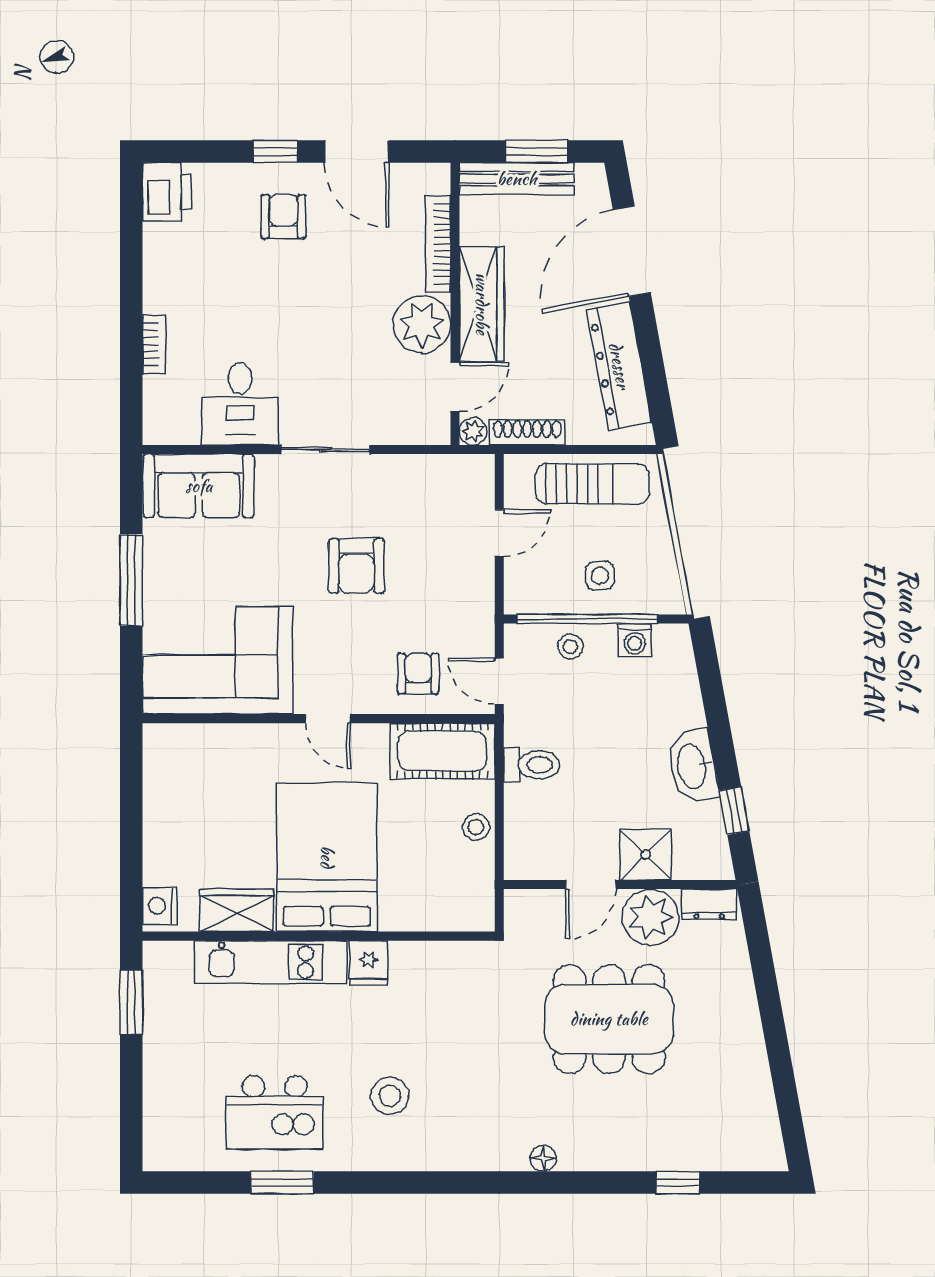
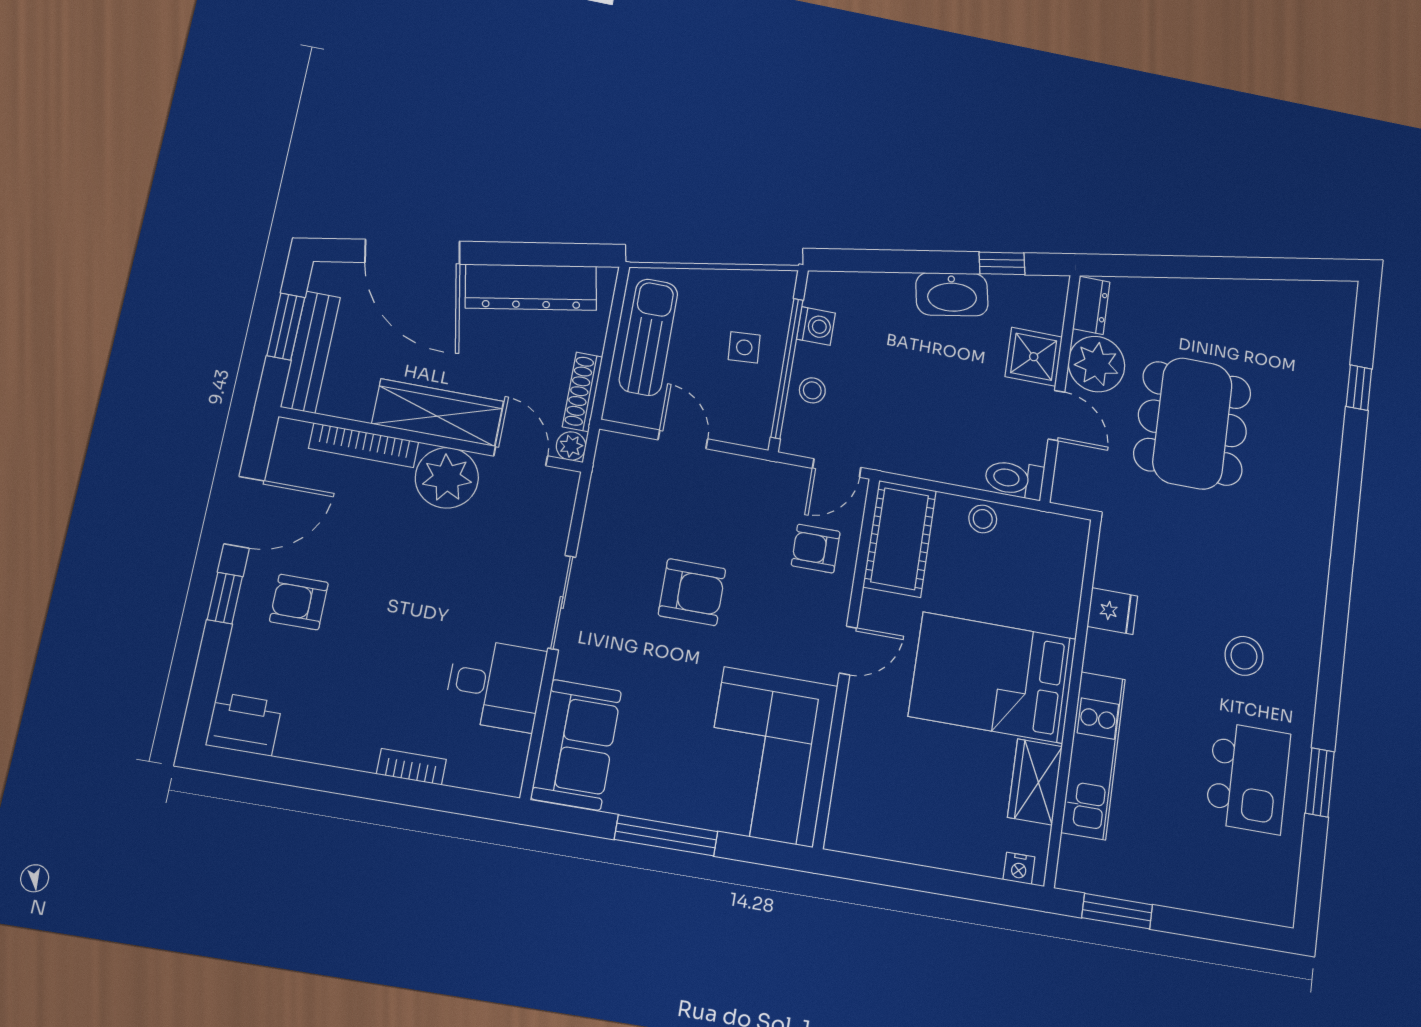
toilet: (532, 765) -> (1014, 479), moved, turned -90
nightstand: (160, 906) -> (1019, 868), width x0.72, depth x0.74
fridge: (369, 963) -> (1112, 611), moved
floor lamp: (543, 1158) -> (1322, 514), removed

